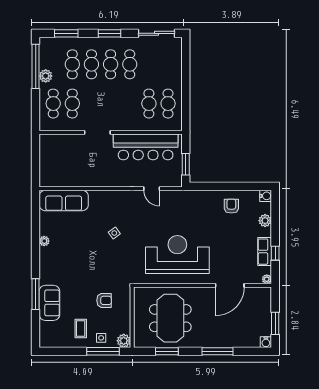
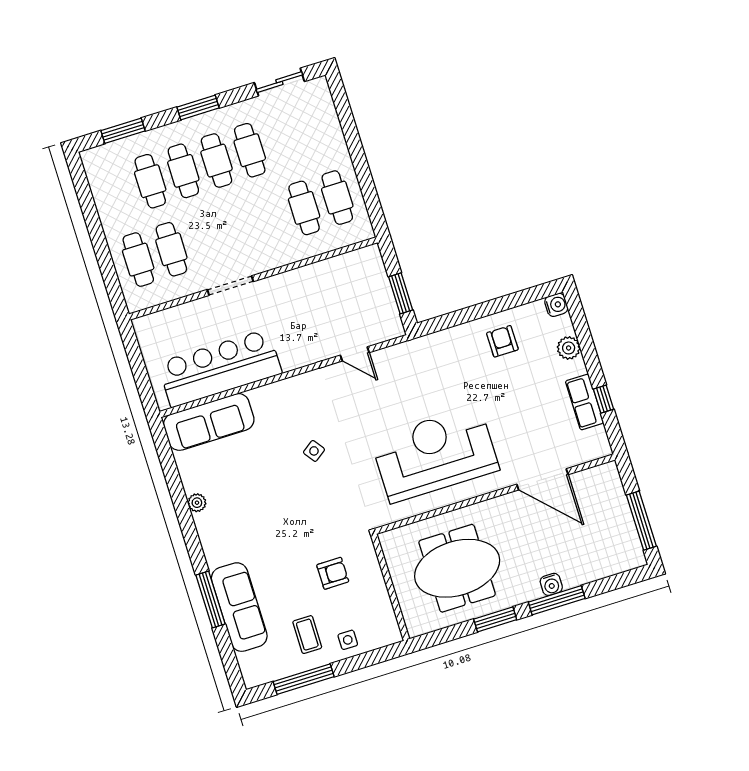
sliding door: (157, 33) -> (279, 82), width x0.73
window: (36, 66) -> (88, 205), removed
plant: (46, 76) -> (110, 216), removed
bar counter: (146, 147) -> (220, 368), moved, turned 180
plant: (267, 279) -> (603, 449), removed
door: (230, 285) -> (542, 479), hinge flipped
sofa: (49, 303) -> (239, 607), width x1.36
meeting table: (170, 318) -> (457, 568), turned 90
window: (275, 323) -> (641, 521), width x1.44
plant: (124, 341) -> (388, 633), removed
water cooler: (266, 342) -> (551, 584), moved
window: (103, 351) -> (304, 679), moved
window: (167, 351) -> (495, 619), moved

